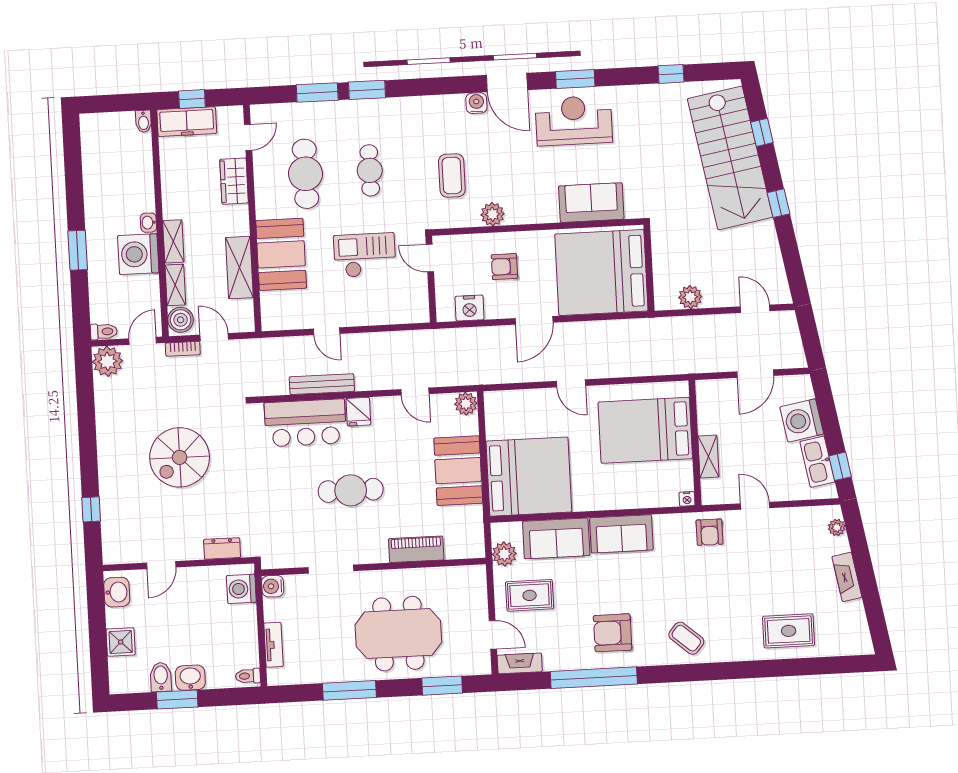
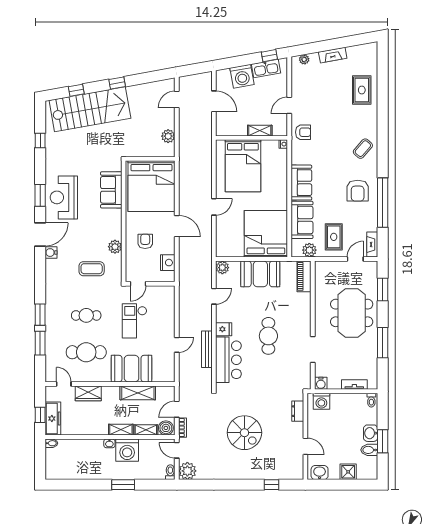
armchair: (504, 267) -> (145, 241), turned 180
piano: (416, 549) -> (304, 276), moved

